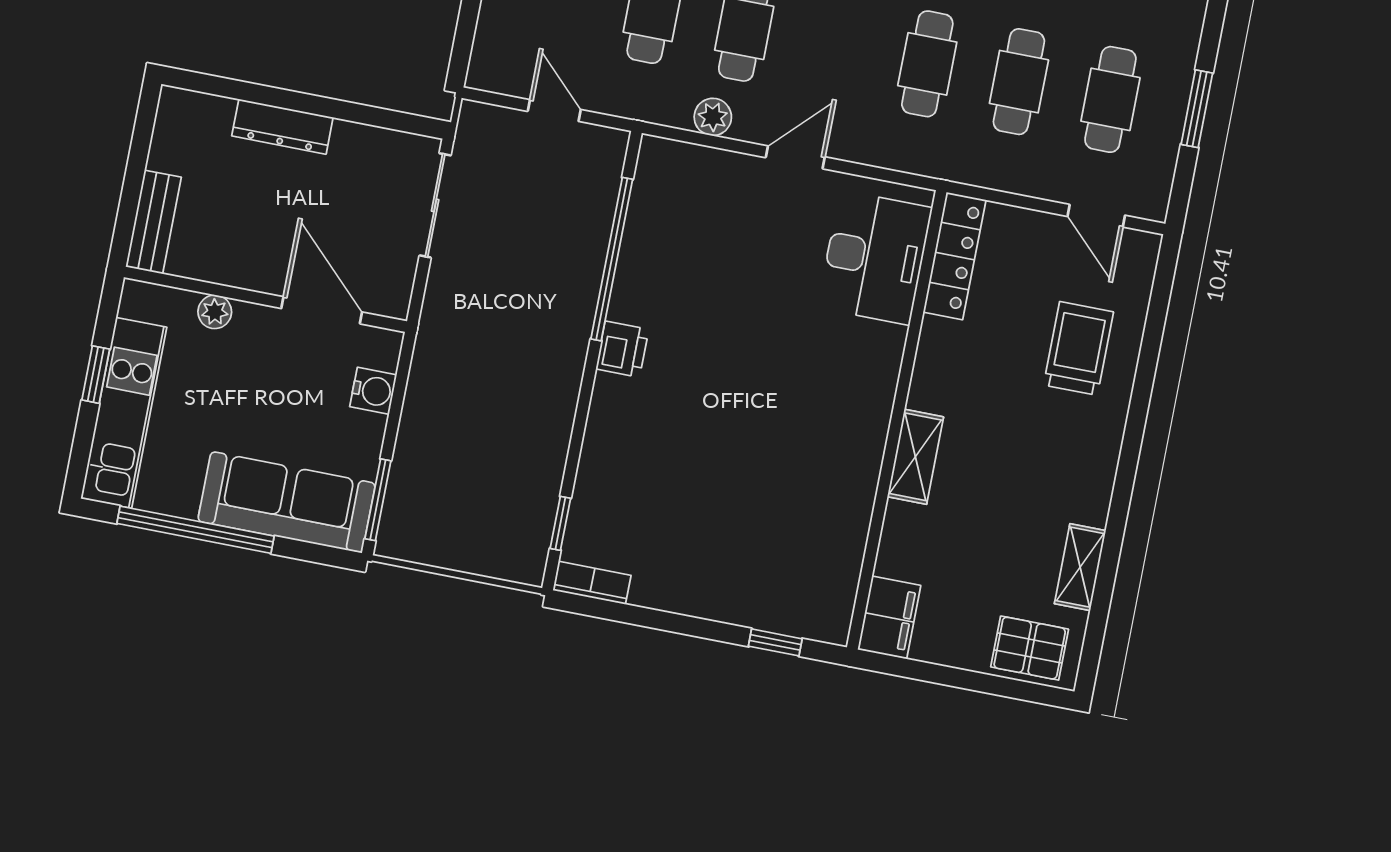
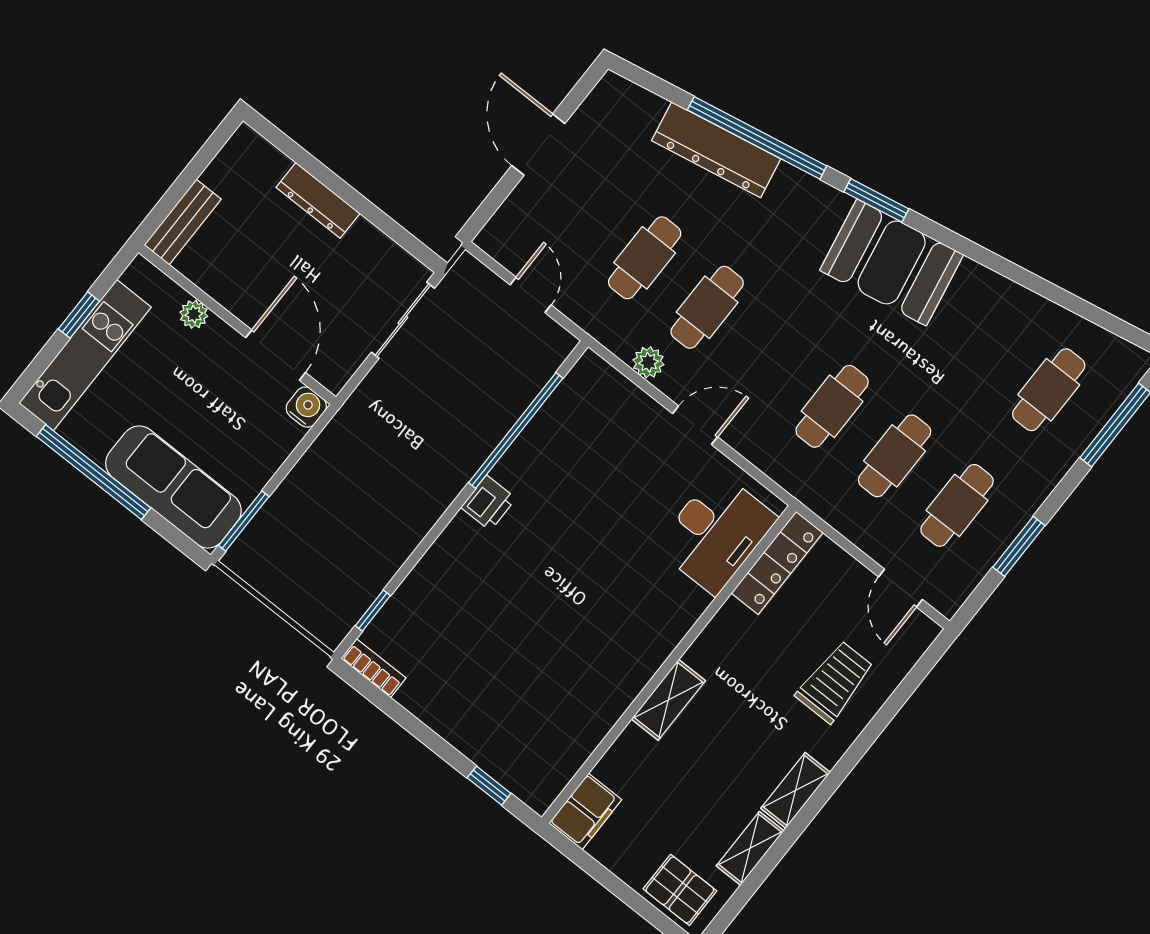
water cooler: (373, 391) -> (306, 407), moved, turned -90
shelving: (1096, 482) -> (795, 790), added

